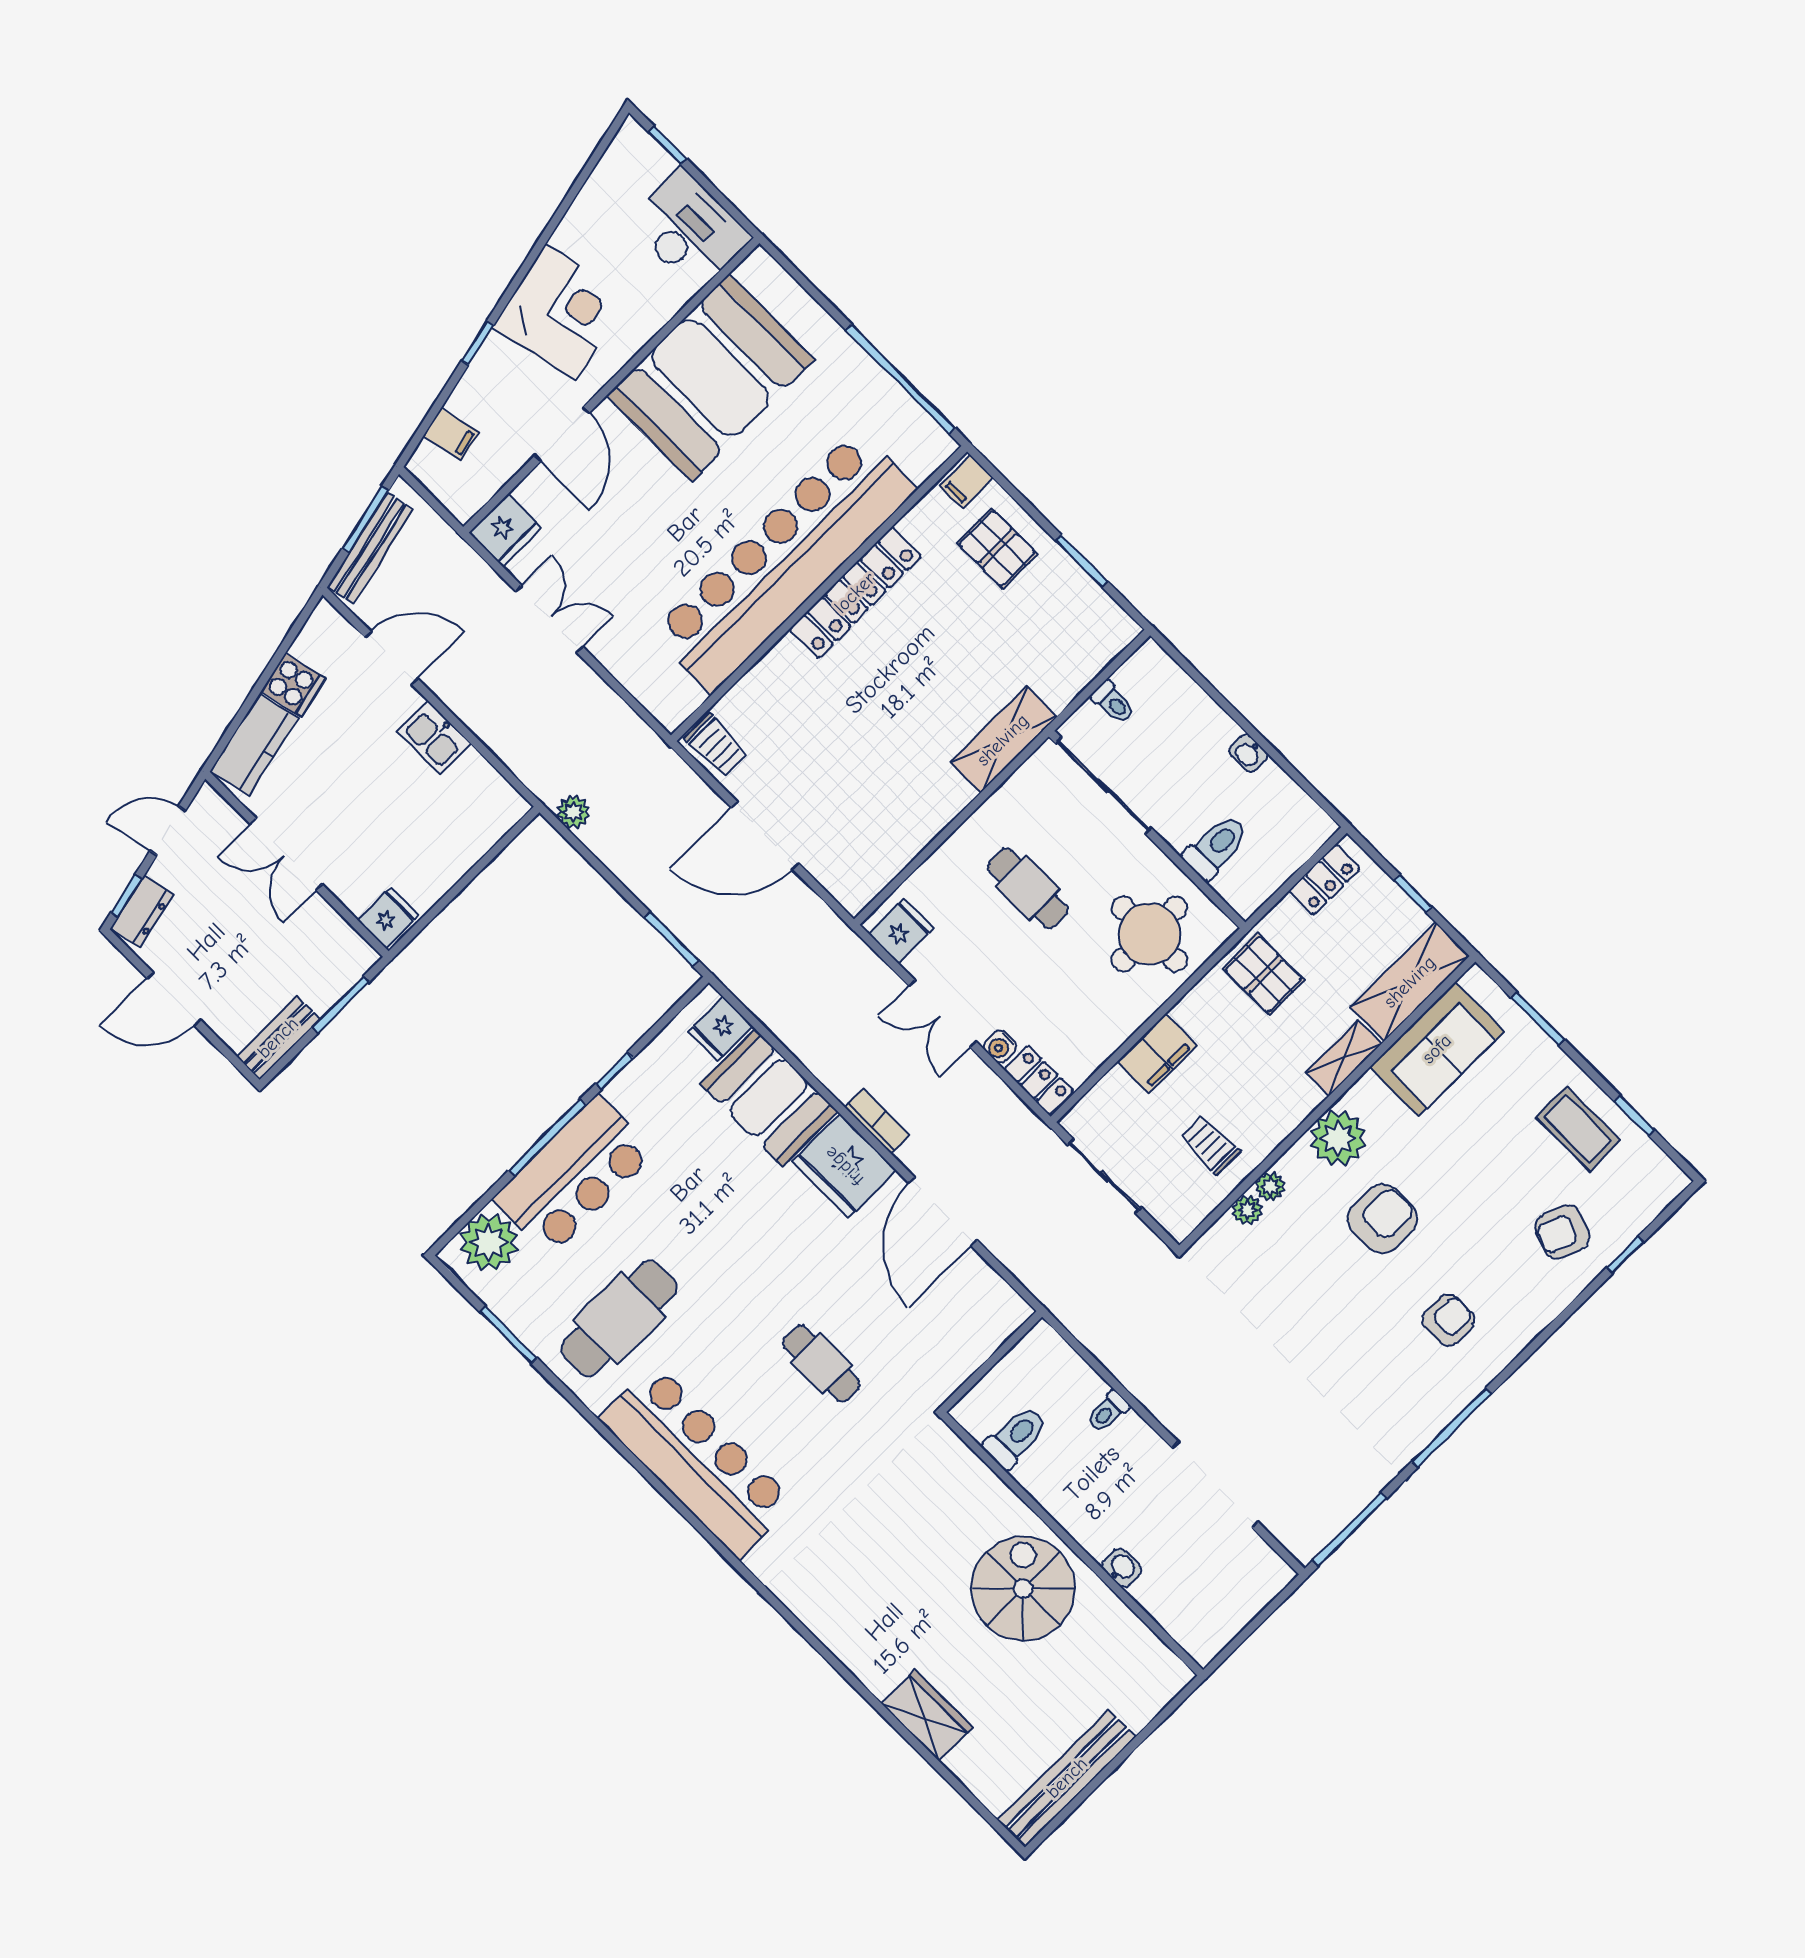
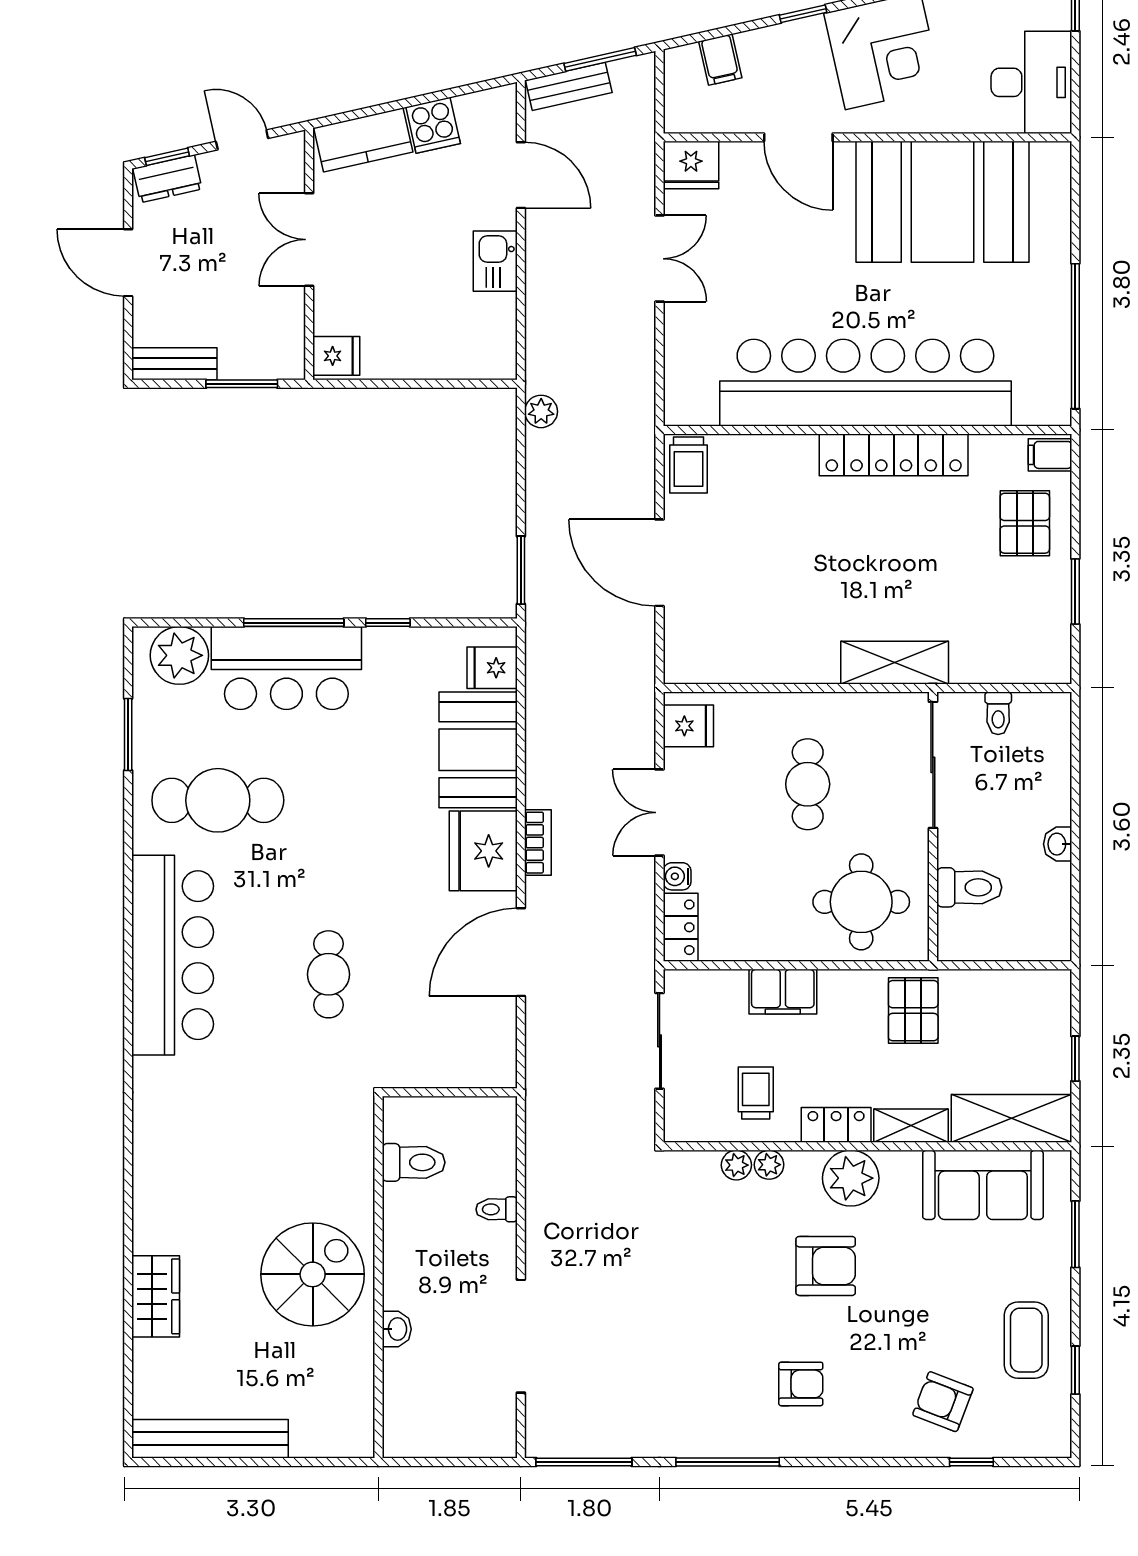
door: (562, 434) -> (798, 137), hinge flipped
bench: (370, 548) -> (569, 86), width x0.73
locker: (1325, 880) -> (836, 1125), moved, turned 180

